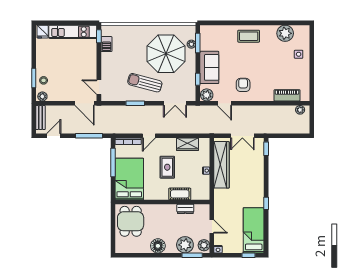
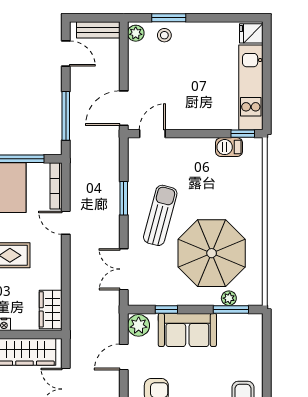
wardrobe: (187, 144) -> (51, 309), moved

